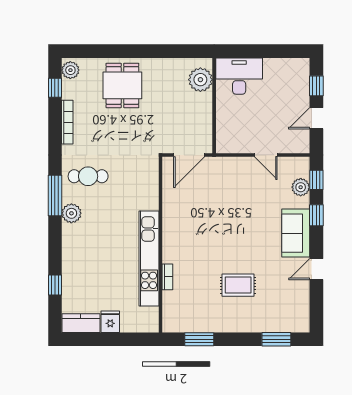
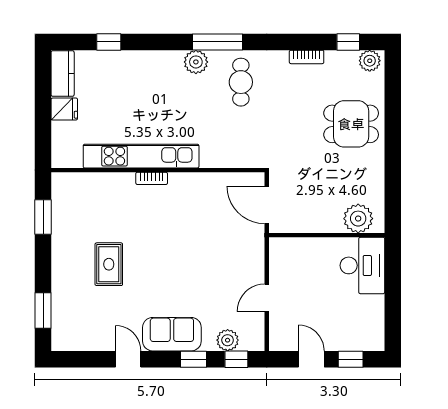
bookcase: (67, 122) -> (307, 57), width x0.64
bookcase: (167, 277) -> (152, 178), moved

